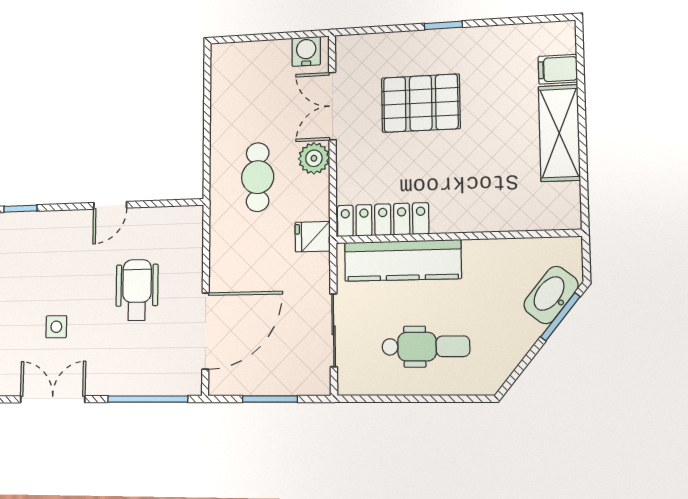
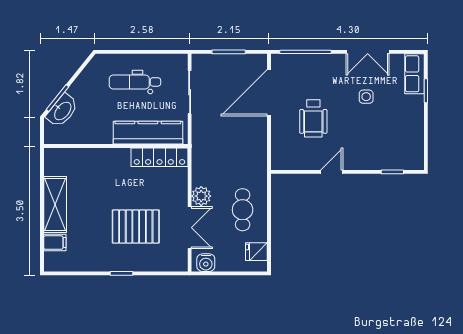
cafe table: (258, 177) -> (243, 210), moved
fridge: (313, 237) -> (256, 252), moved, turned 180

